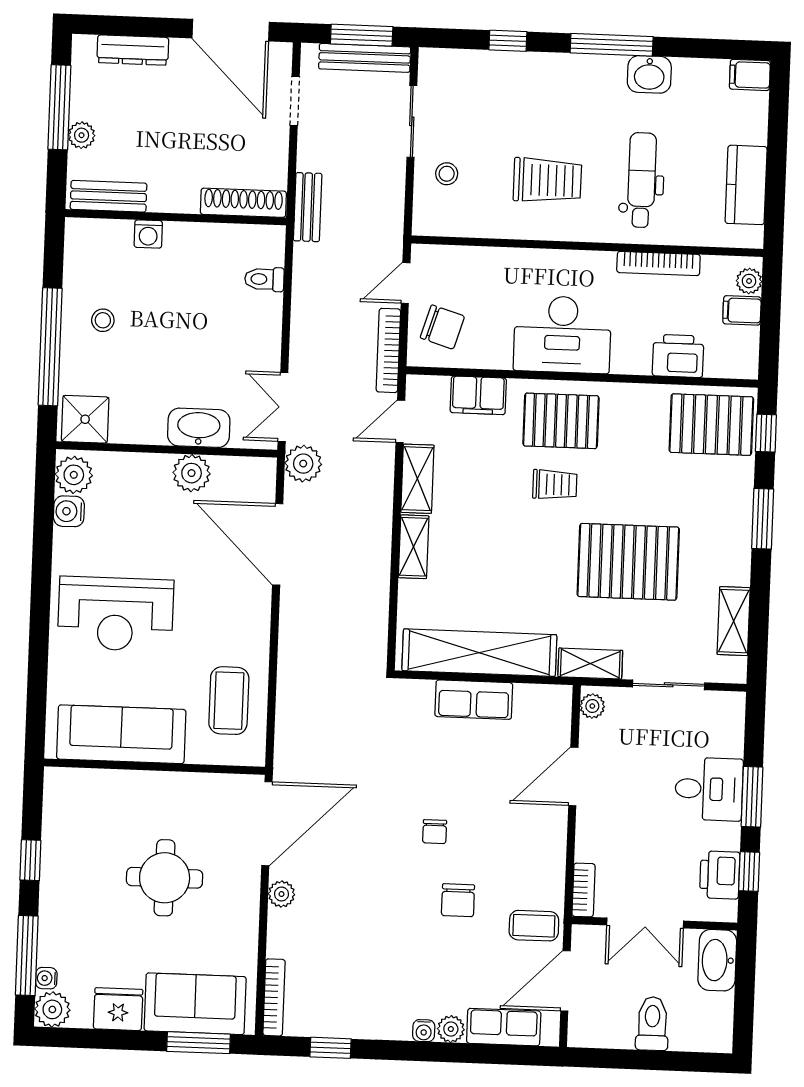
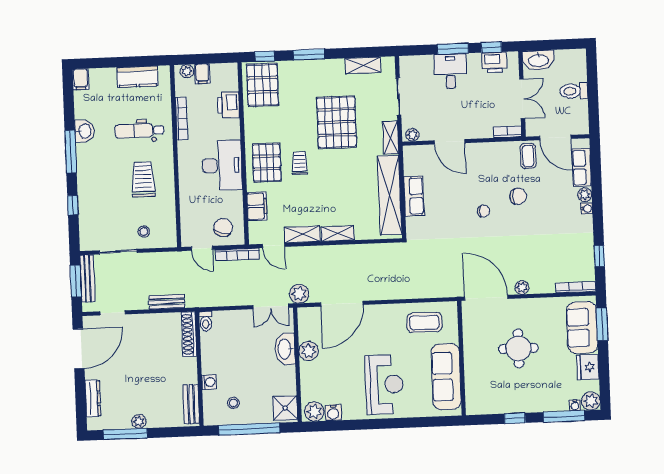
bench: (108, 196) -> (191, 404), moved
shoe rack: (243, 203) -> (189, 334), moved
wall: (176, 217) -> (199, 369), moved
washing machine: (148, 234) -> (209, 382), moved

